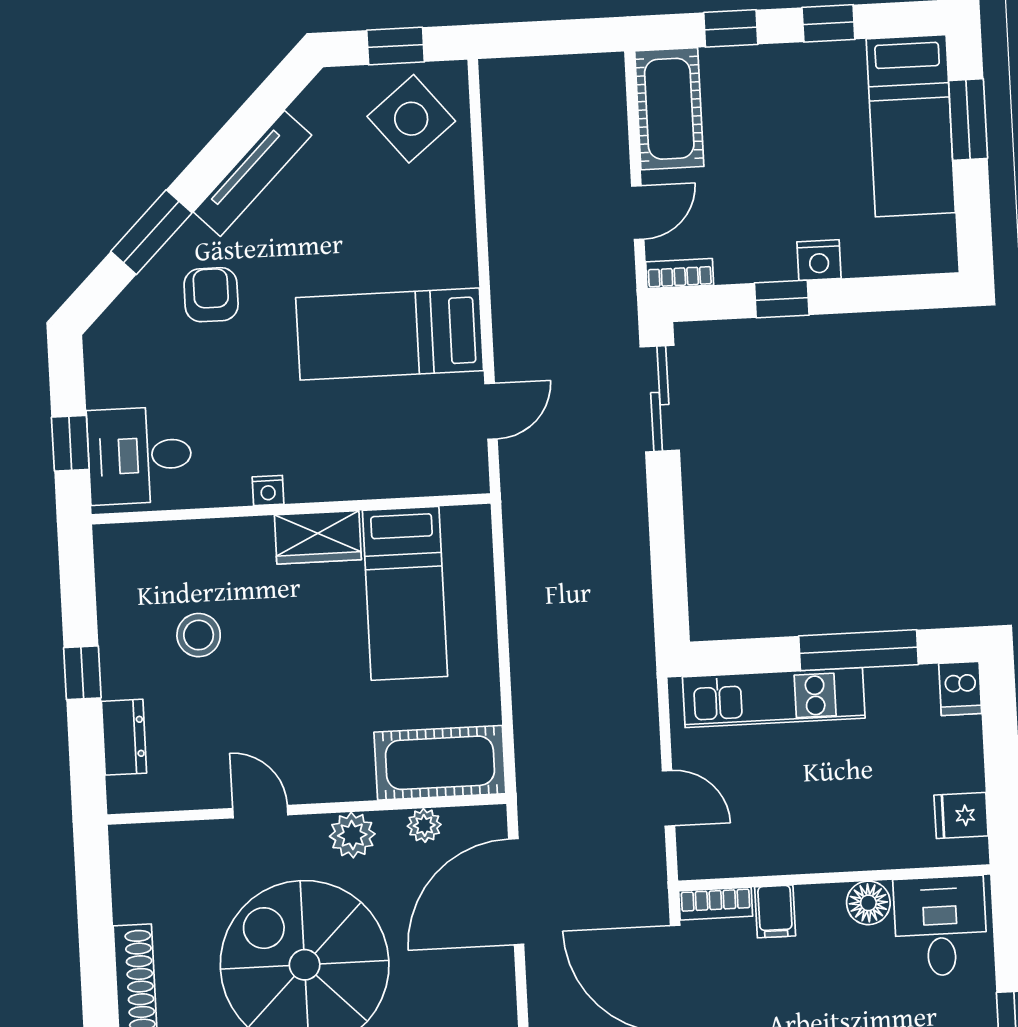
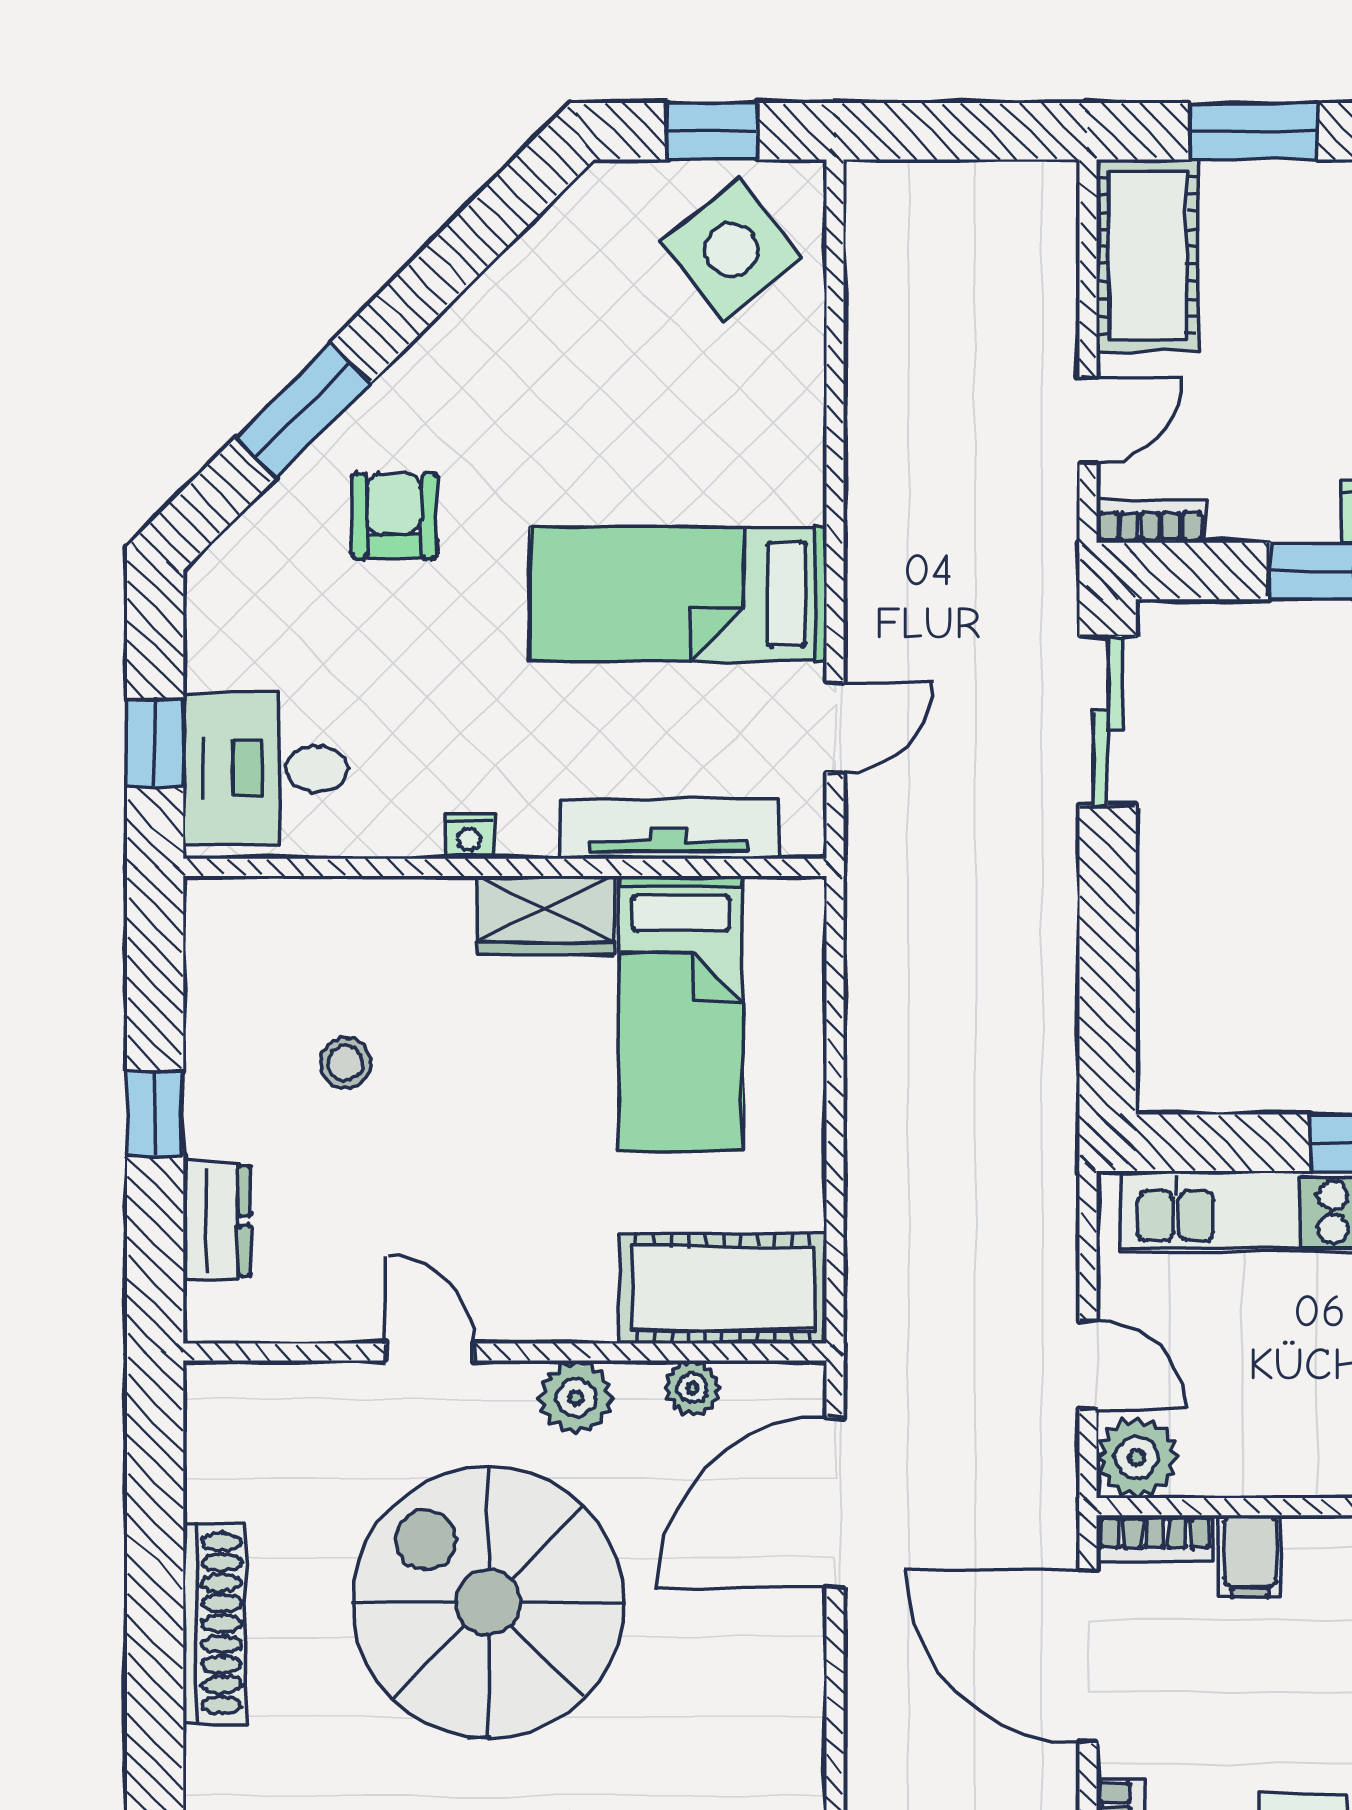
window: (731, 28) -> (1253, 131), width x1.50
tv unit: (252, 173) -> (669, 829), moved, turned -135
stool: (199, 635) -> (345, 1063), width x0.73, depth x0.73
plant: (702, 854) -> (1137, 1458), added

